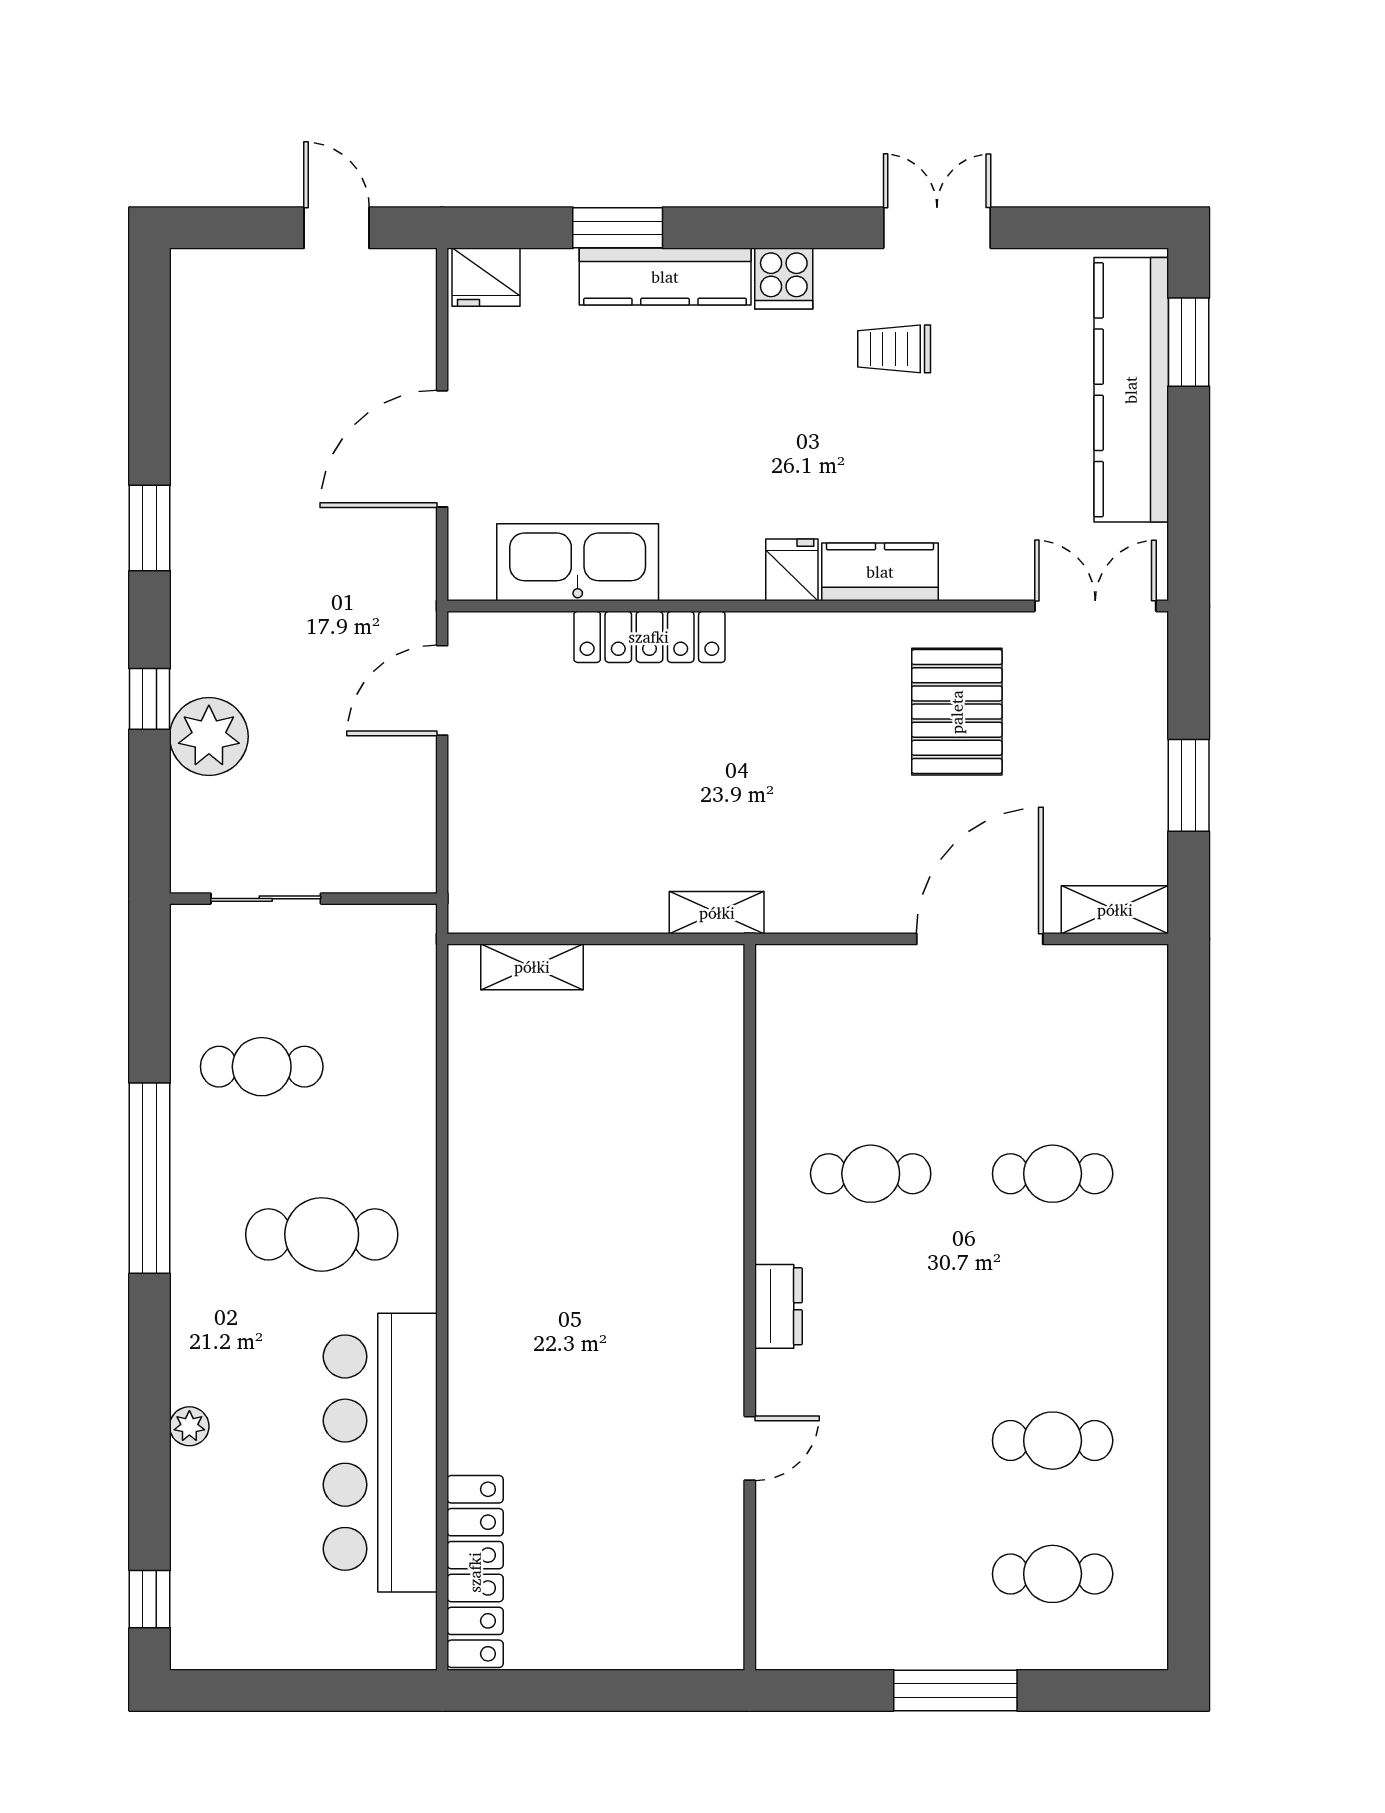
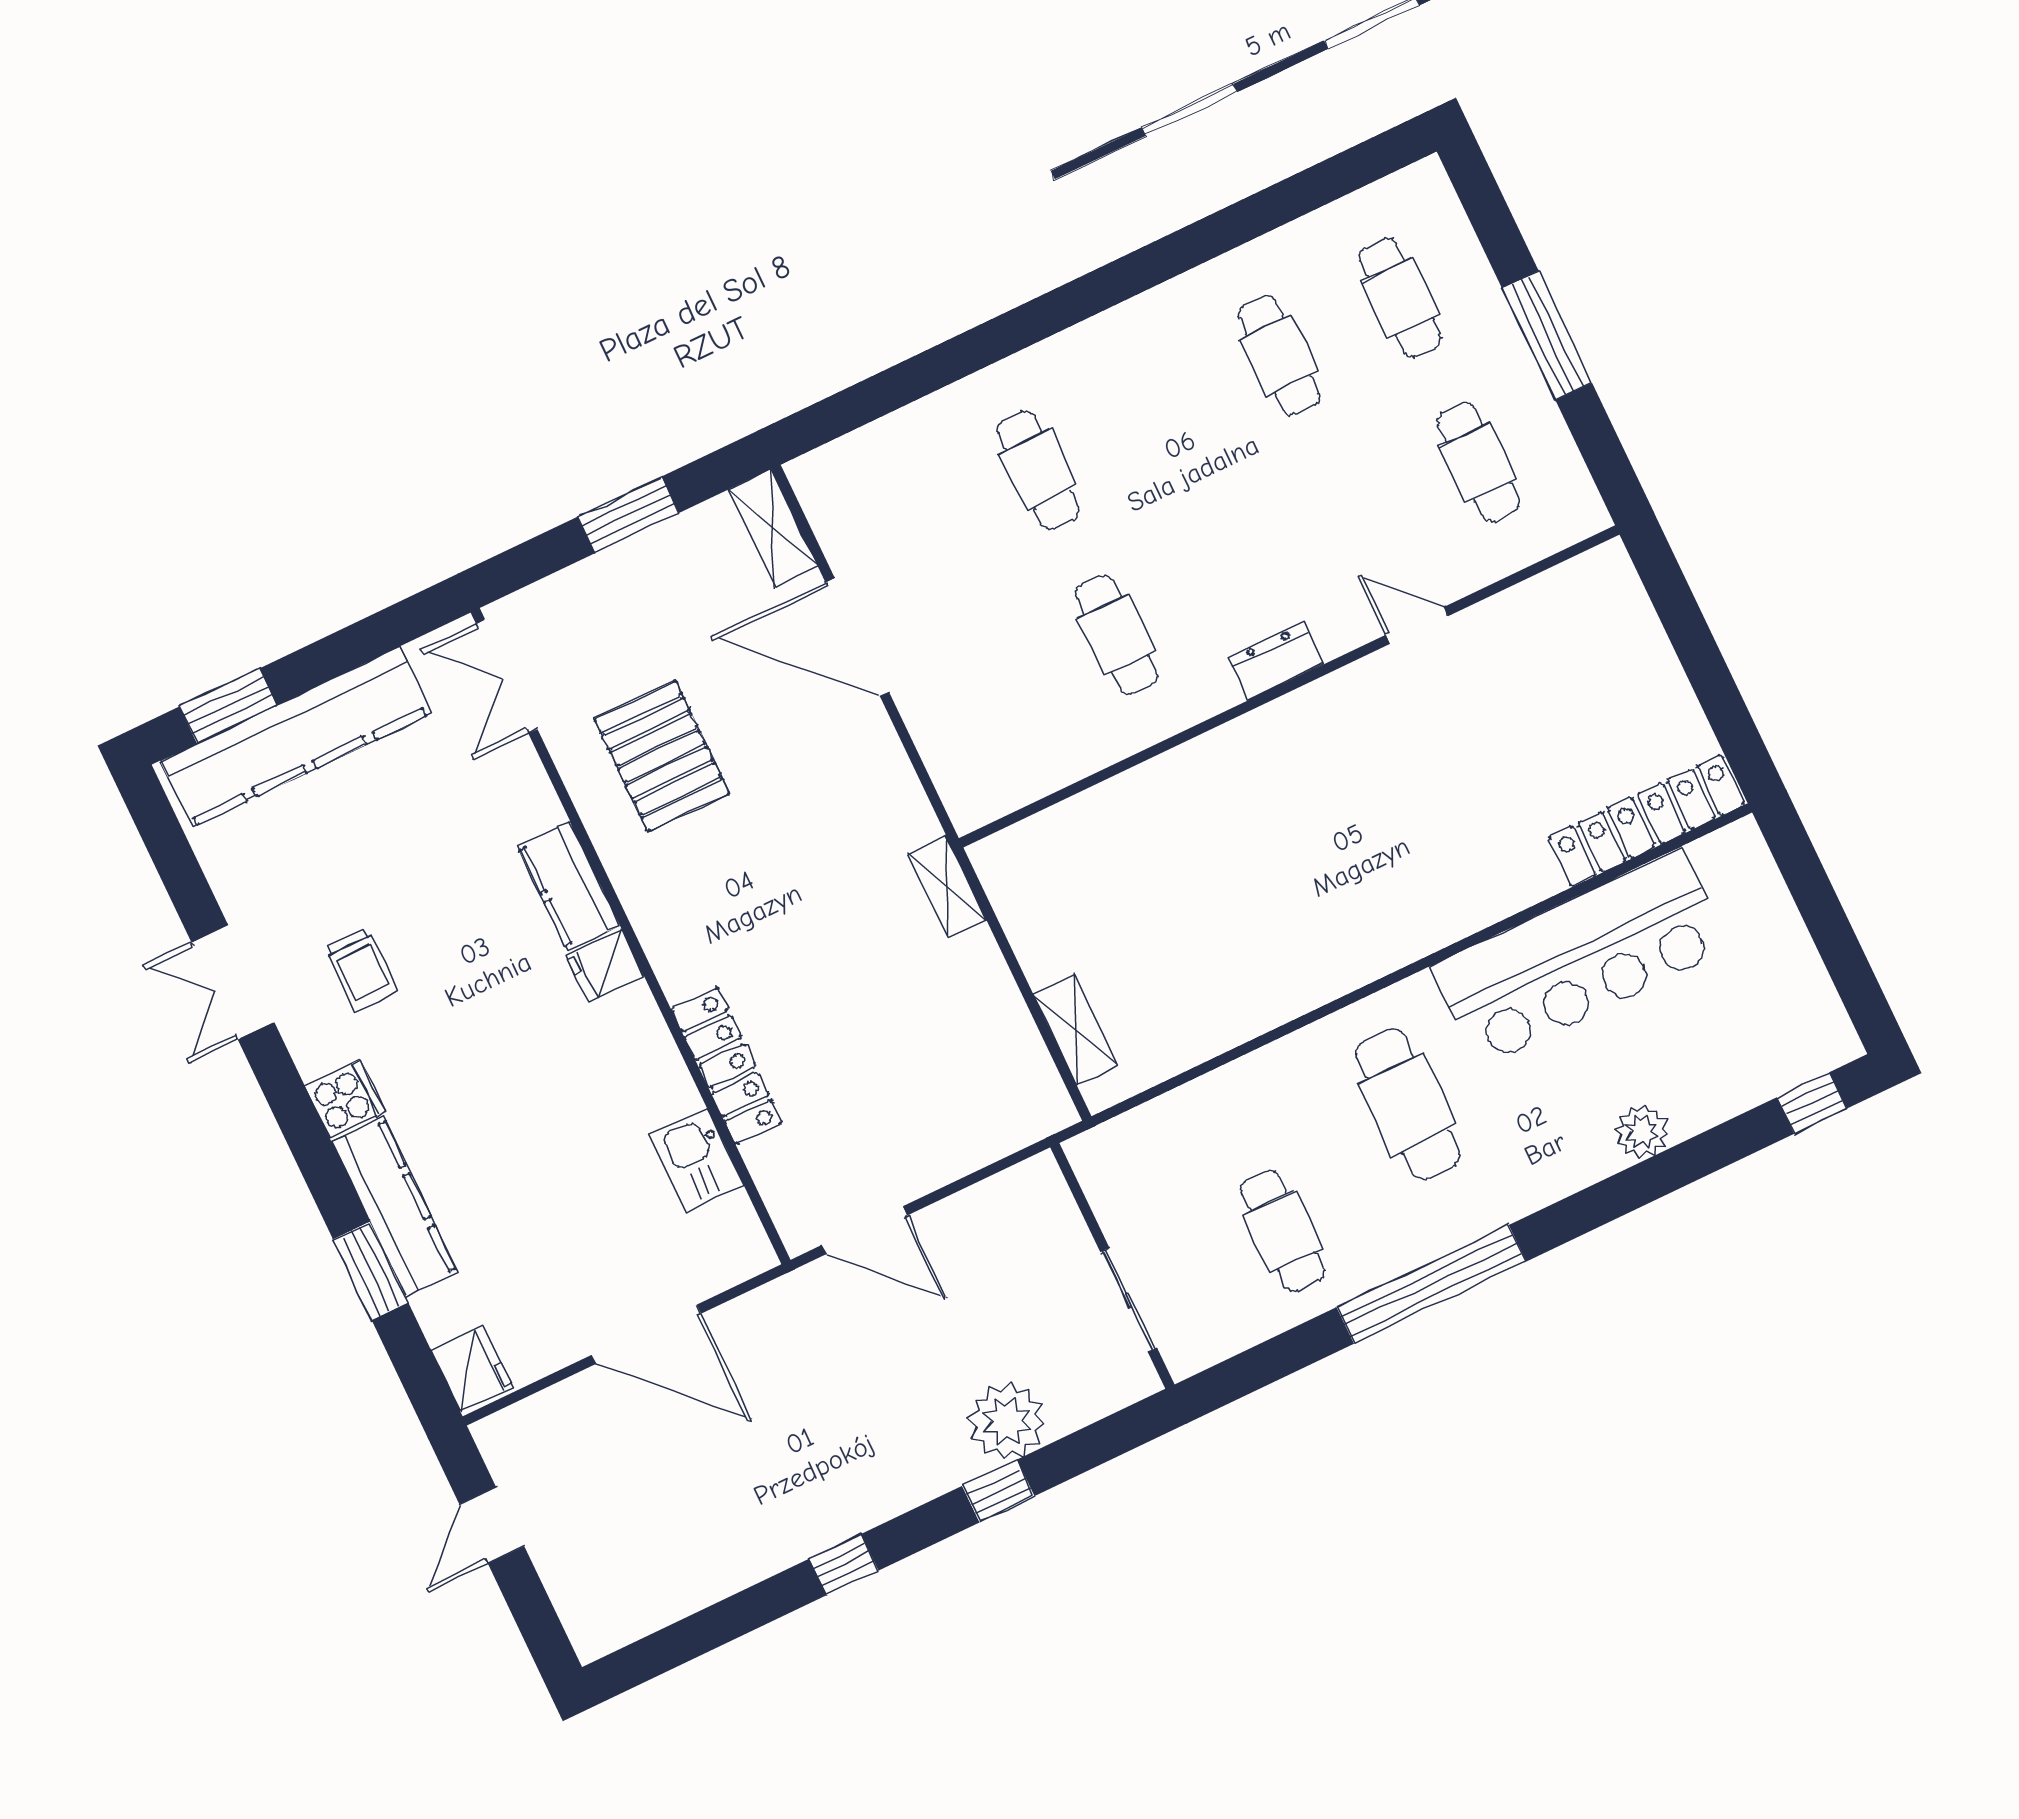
window: (150, 528) -> (844, 1565), width x0.67
kitchen sink: (578, 562) -> (697, 1160), width x0.53, depth x0.81
pallet: (957, 712) -> (662, 756), turned 90
plant: (189, 1426) -> (1642, 1132), width x1.38, depth x1.38
cafe table: (871, 1574) -> (1478, 462), added

